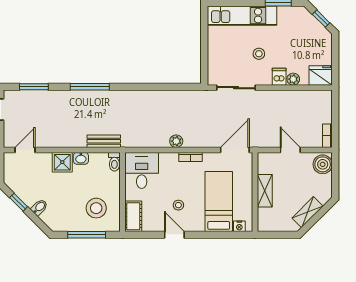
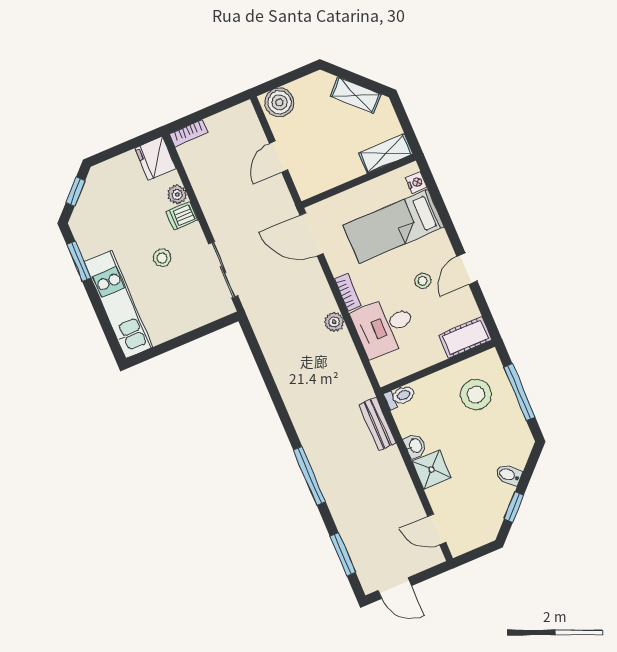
bookcase: (327, 136) -> (189, 133), moved
desk: (142, 170) -> (384, 326), moved
shelving: (265, 191) -> (386, 153), moved

